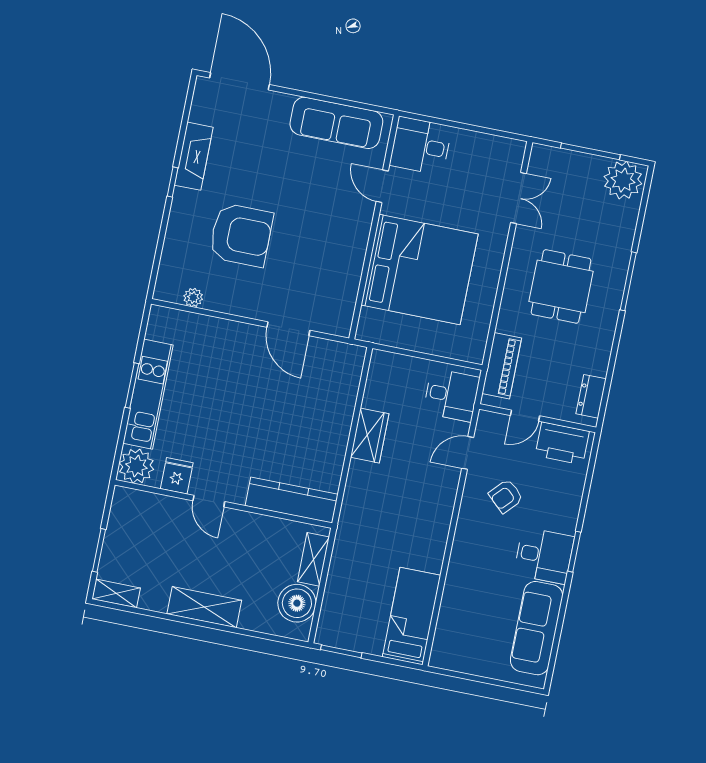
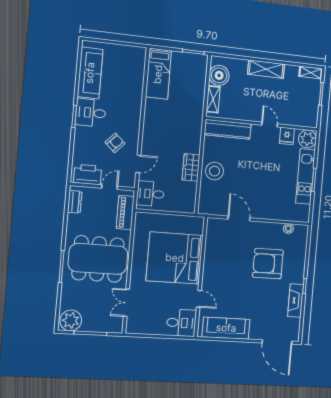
dining table: (561, 286) -> (98, 259), width x1.88, depth x1.24
stool: (326, 424) -> (215, 171), added

